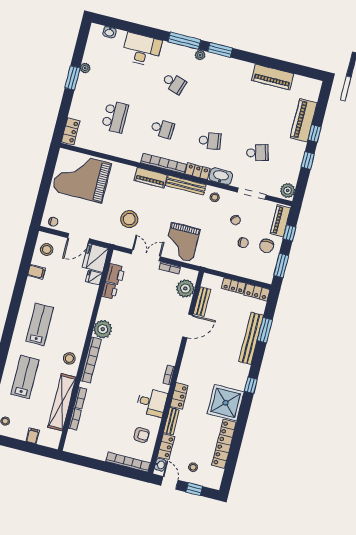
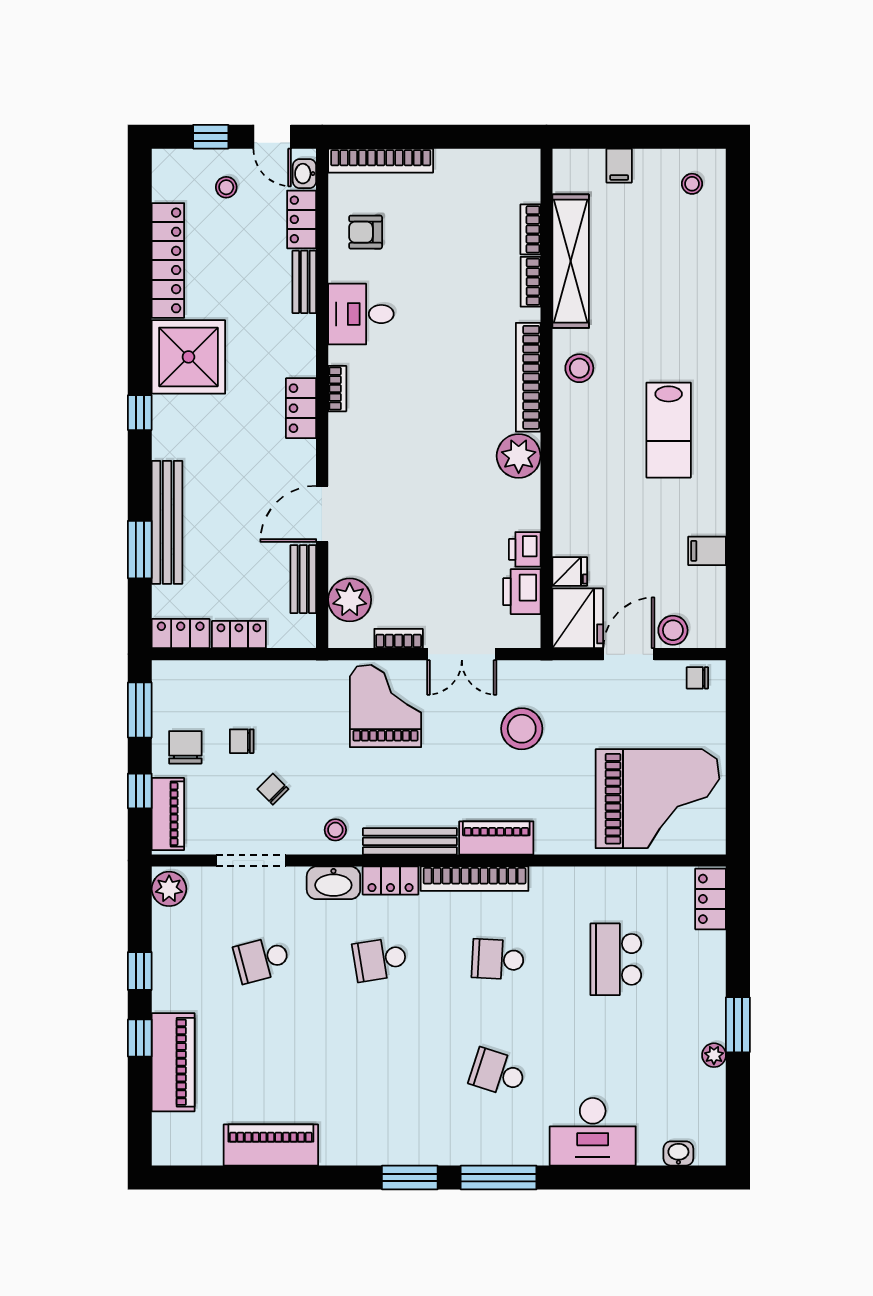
plant: (200, 55) -> (453, 1154), removed
stool: (47, 249) -> (673, 630), moved
lab bench: (25, 377) -> (672, 299), removed
locker: (179, 396) -> (301, 408), moved

